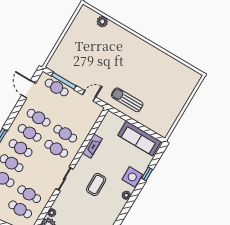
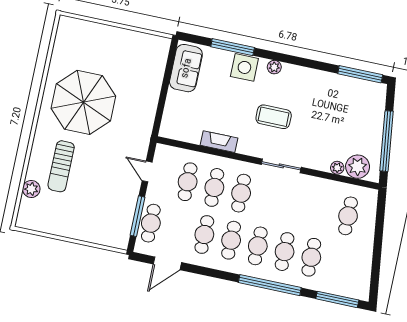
parasol: (144, 71) -> (83, 102), added
sun lounger: (127, 100) -> (61, 166), moved
sofa: (139, 138) -> (186, 68), width x0.73
window: (147, 174) -> (233, 47), width x2.17
cafe table: (29, 194) -> (188, 182), moved

